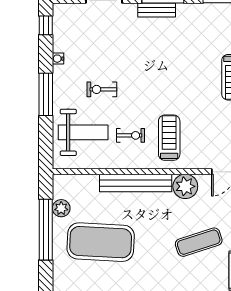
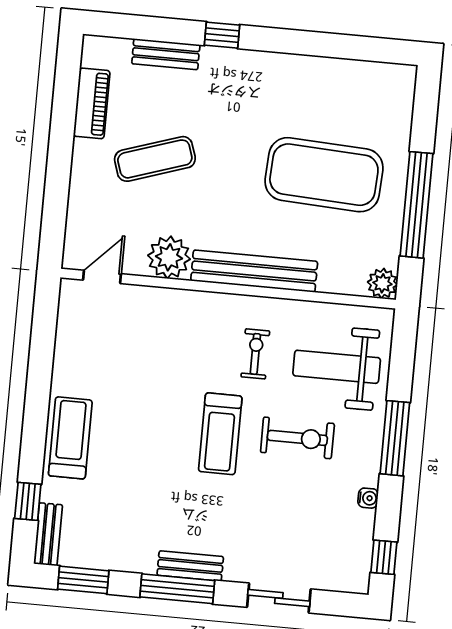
exercise bike: (102, 89) -> (297, 438), width x1.38, depth x1.39
exercise bike: (131, 135) -> (255, 354), turned 90
treadmill: (169, 138) -> (220, 434), moved
plant: (61, 208) -> (382, 283), moved

